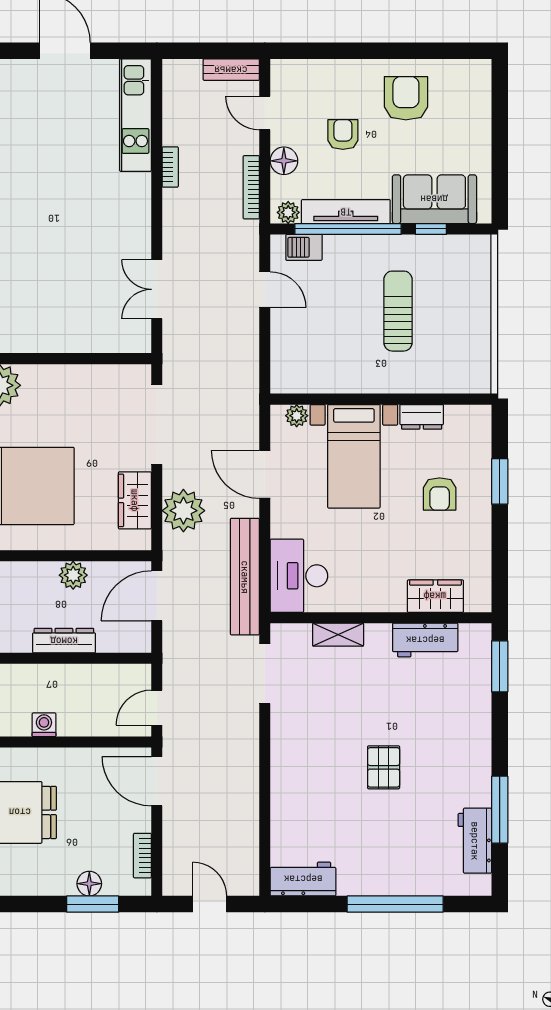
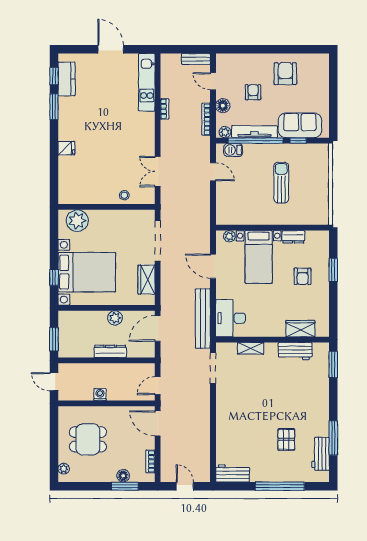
stool: (91, 336) -> (124, 195), added
plant: (183, 511) -> (171, 285), removed
pallet: (384, 767) -> (286, 439), moved

